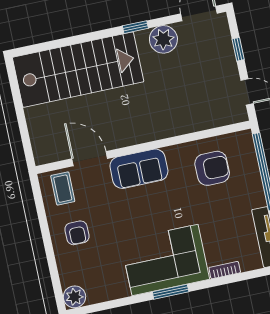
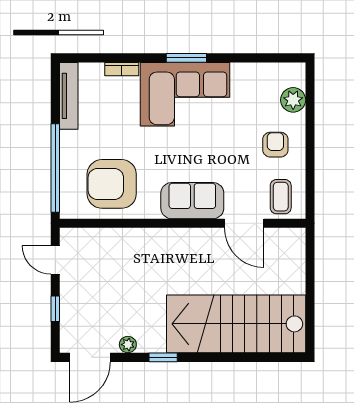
plant: (163, 39) -> (128, 345), width x0.53, depth x0.53
armchair: (212, 168) -> (112, 184), width x1.36, depth x1.36
plant: (75, 297) -> (293, 100), moved

